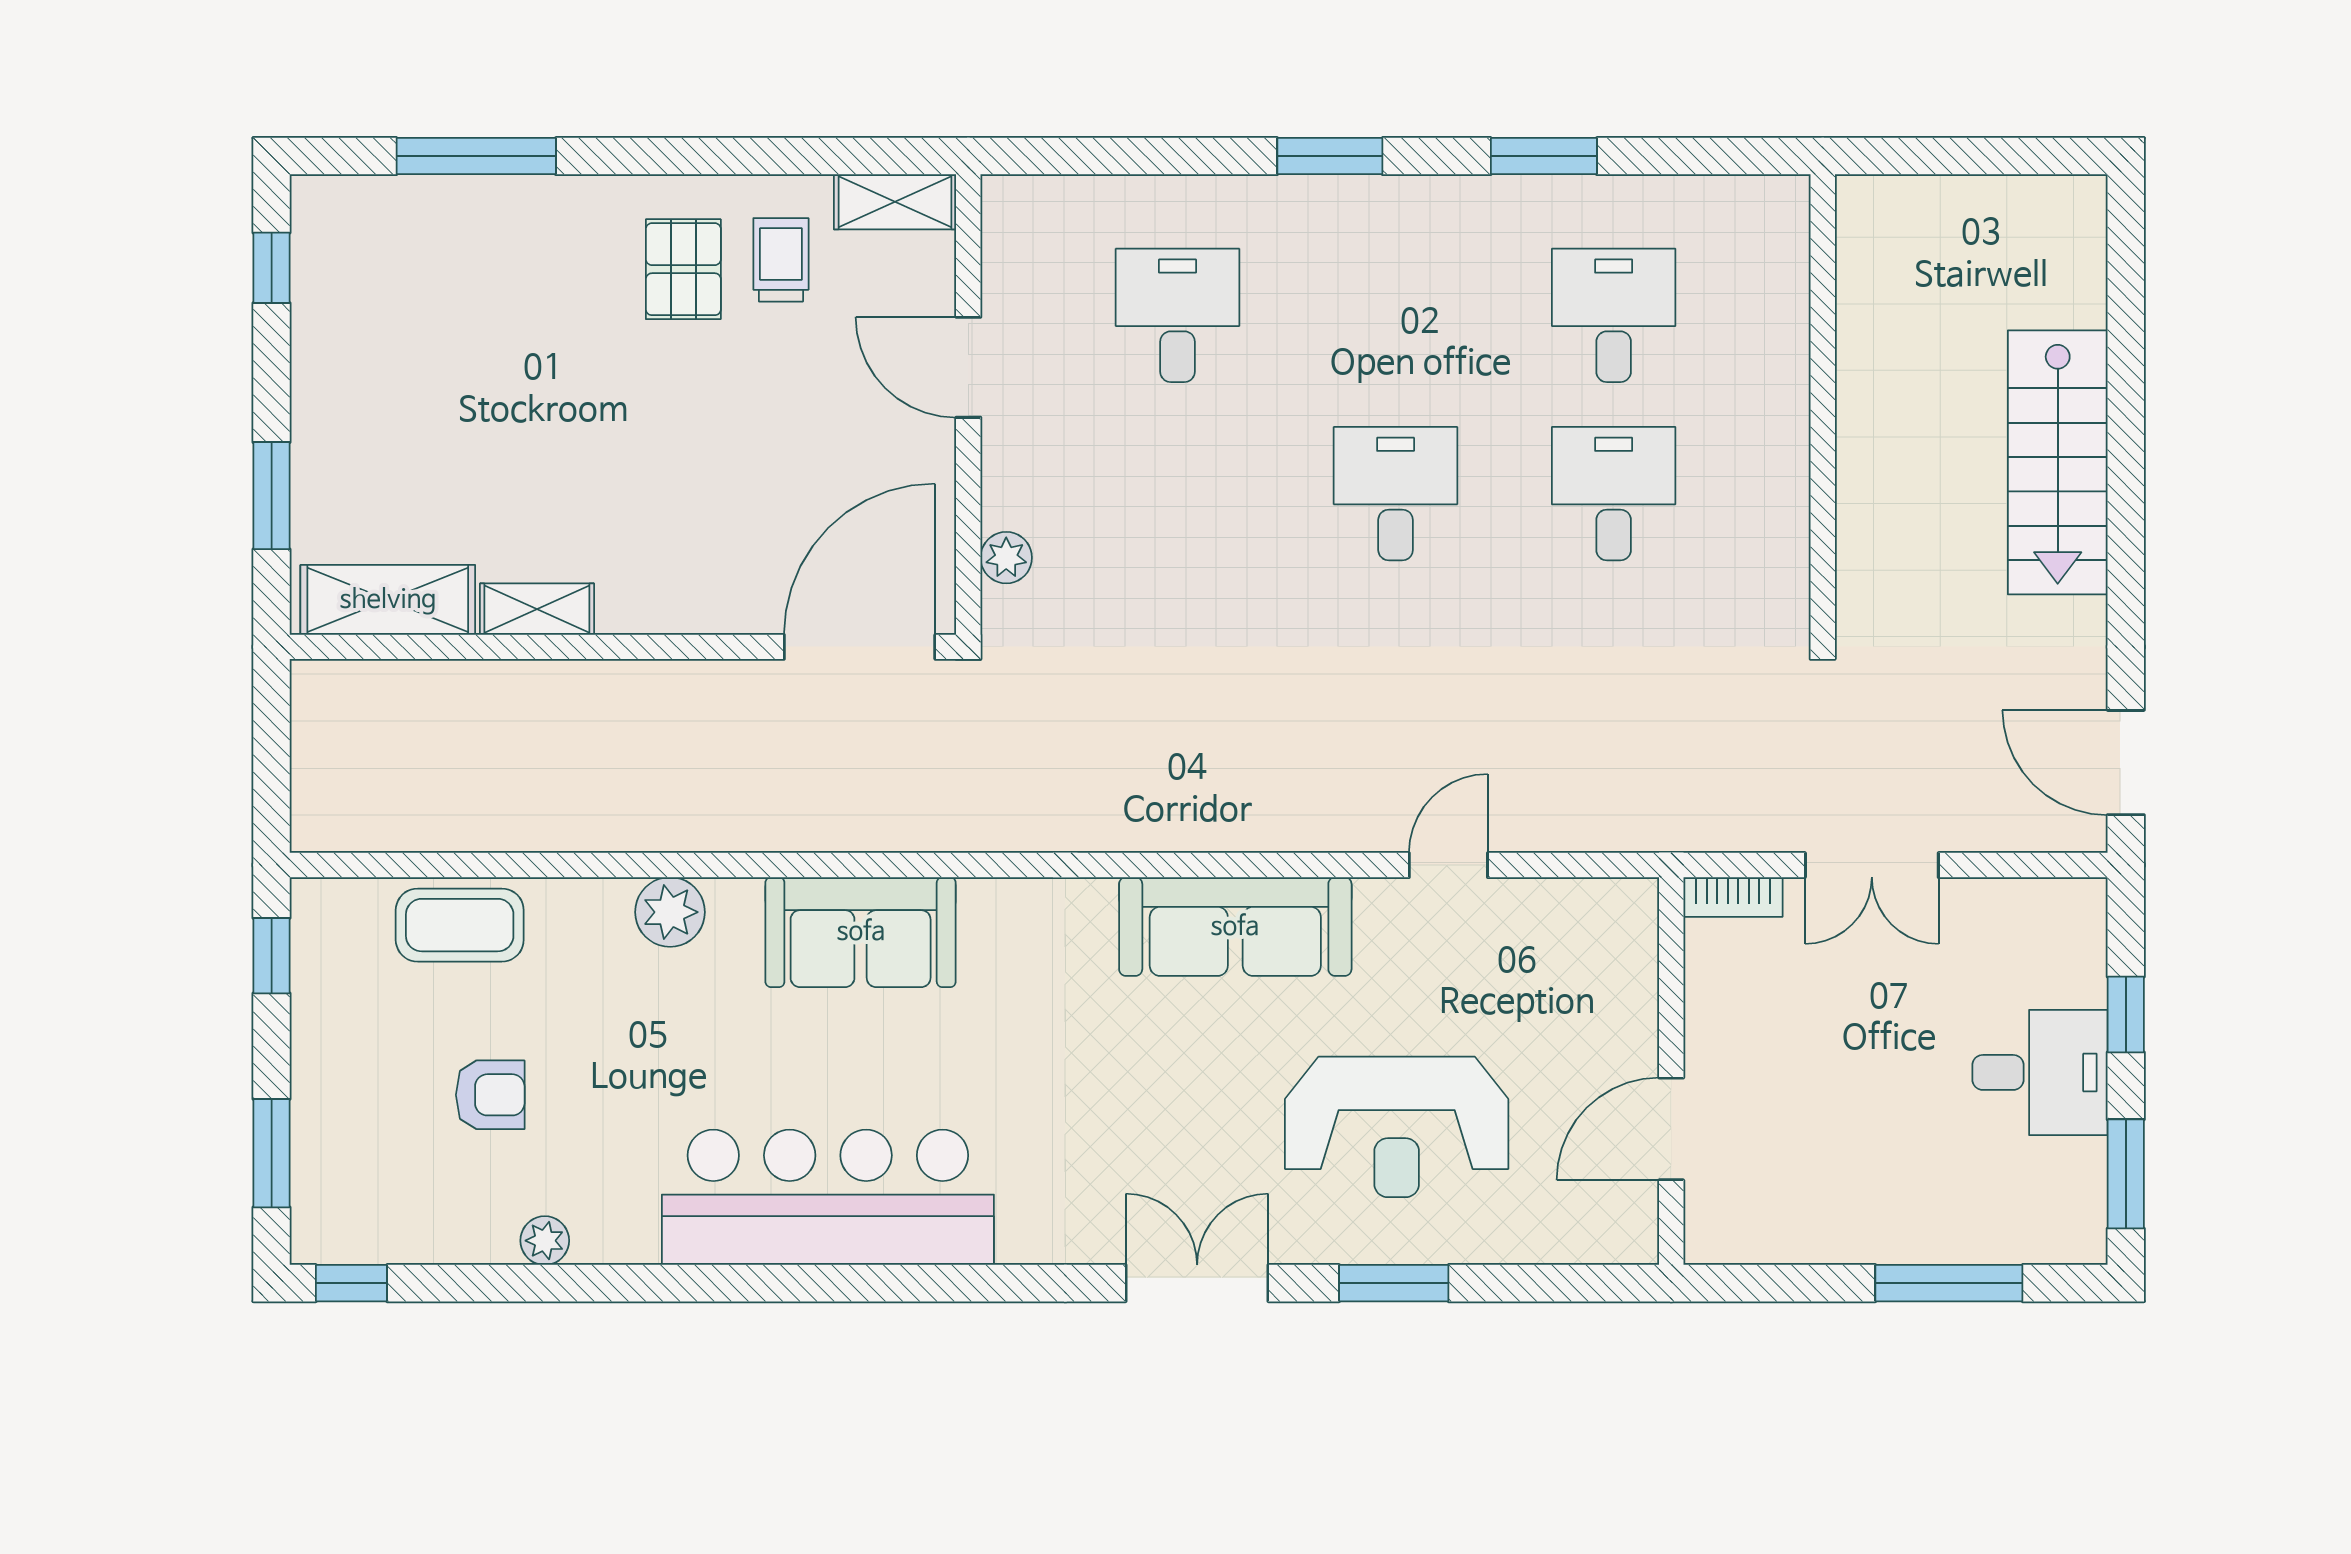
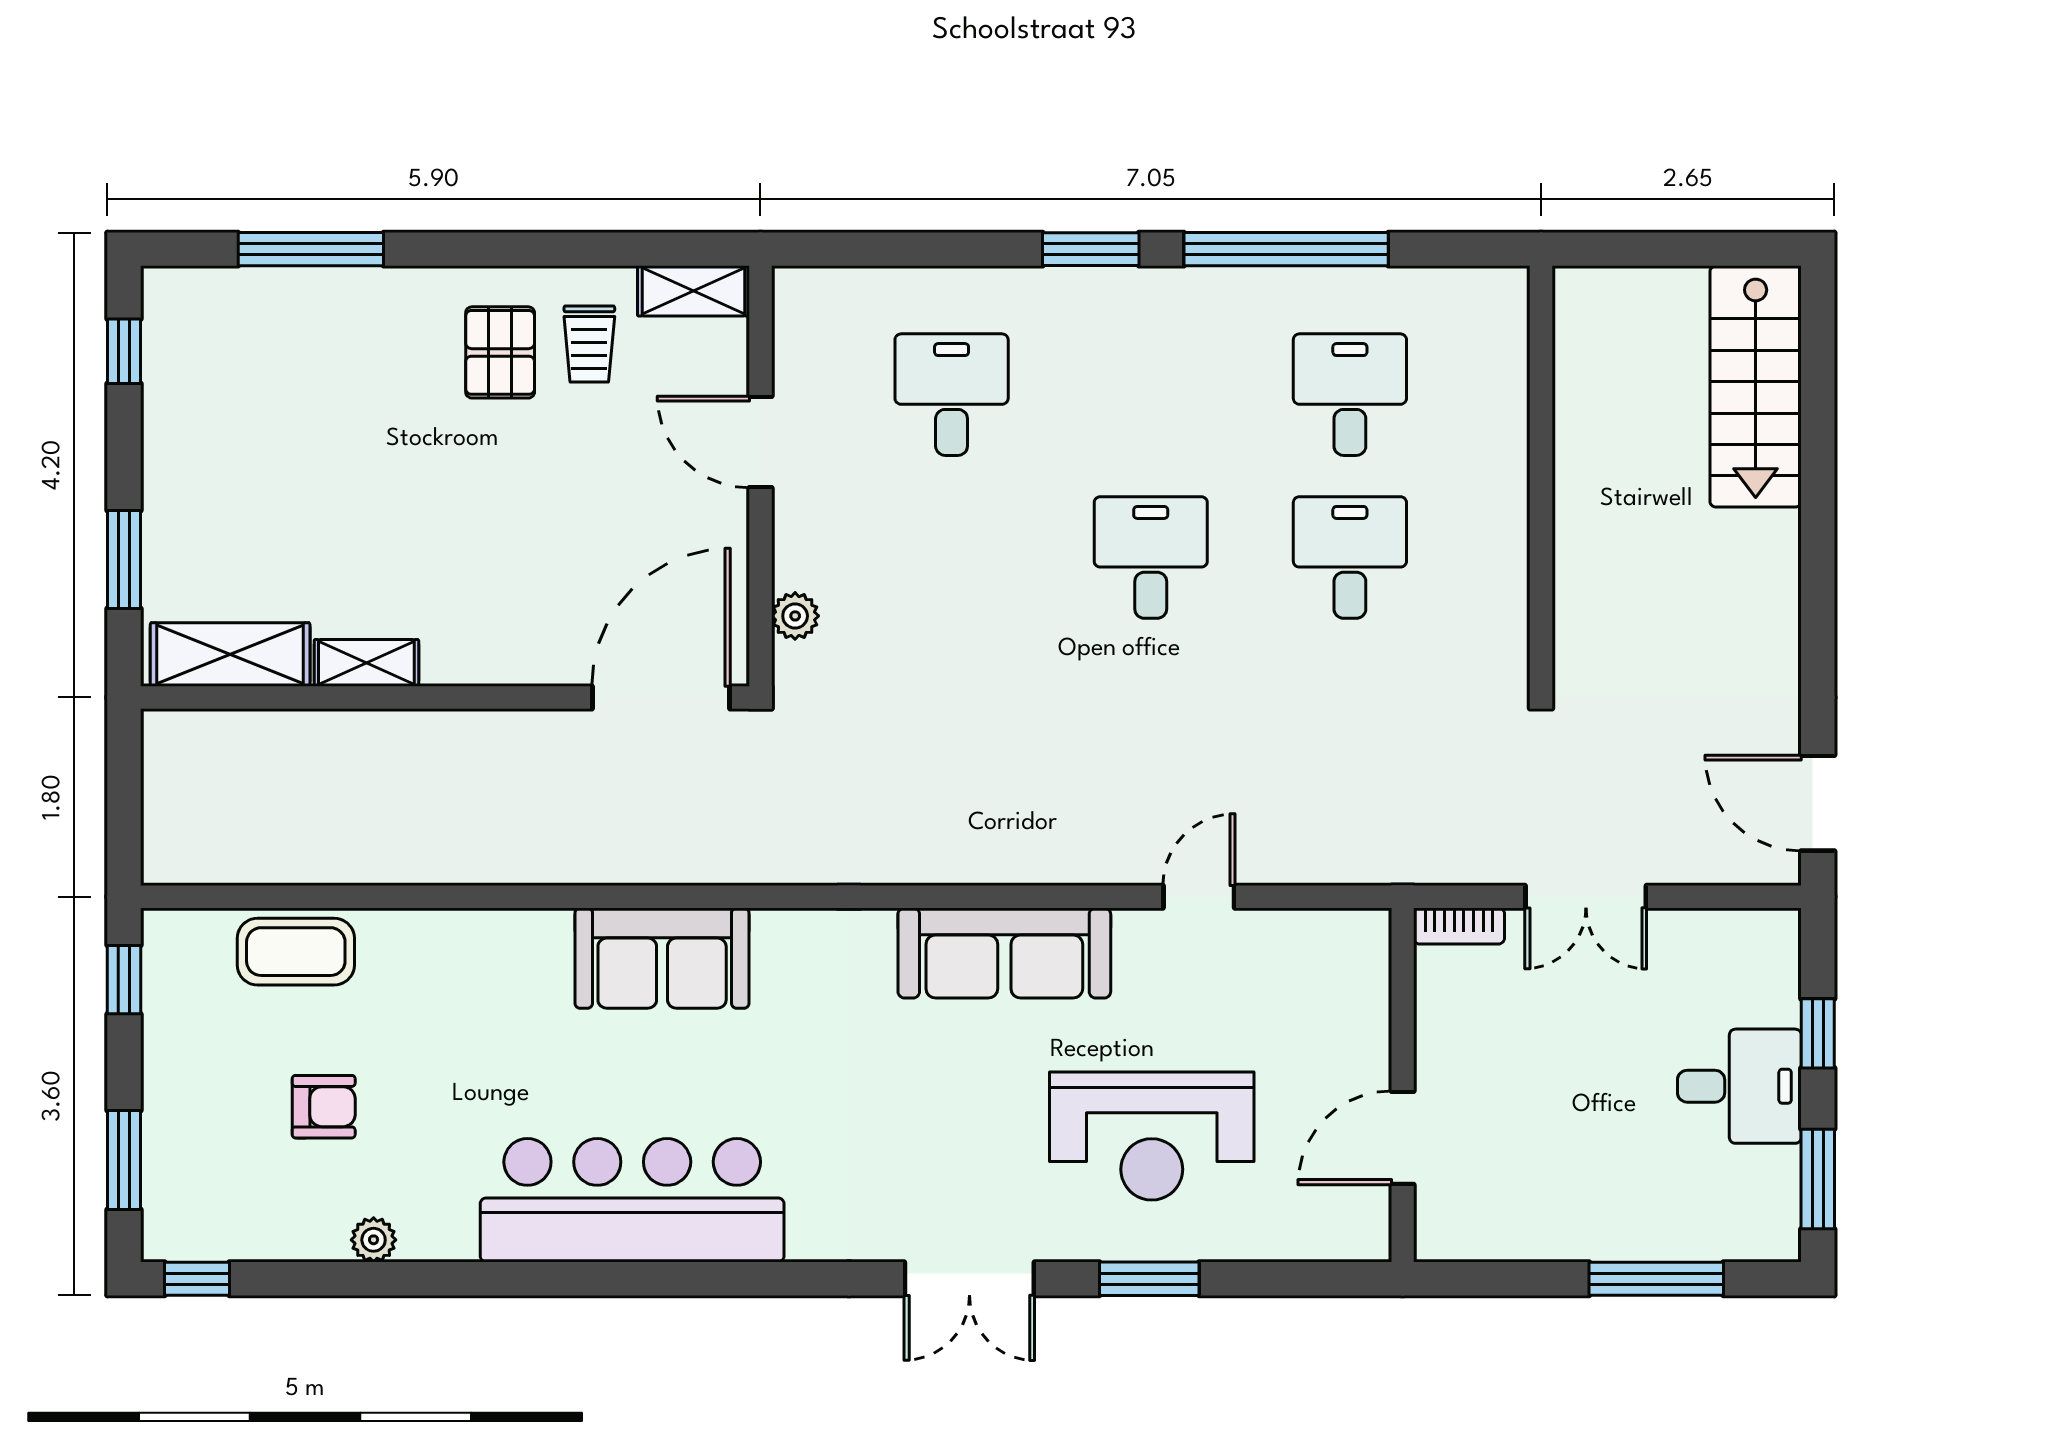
window: (1544, 156) -> (1286, 249), width x2.11
trolley: (781, 260) -> (589, 344), turned 180
stairs: (2058, 462) -> (1756, 386), moved
plant: (670, 912) -> (488, 940), removed
double door: (1197, 1283) -> (969, 1279), swing flipped

